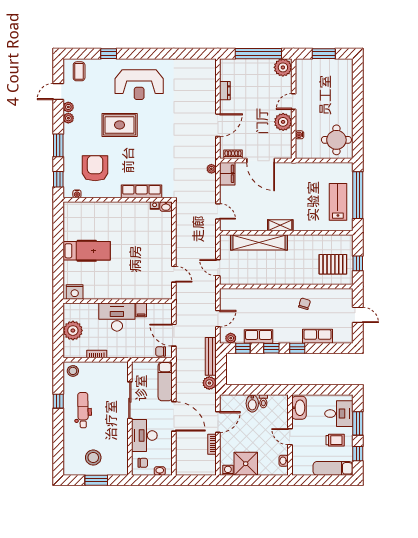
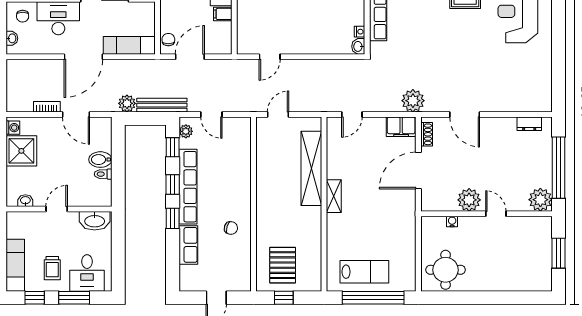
dresser: (225, 91) -> (529, 124), moved
plant: (211, 169) -> (413, 101), width x1.87, depth x1.87
row of seats: (259, 337) -> (188, 187), width x2.02

